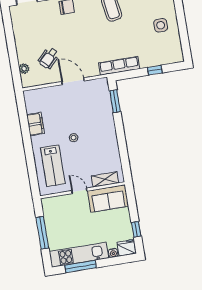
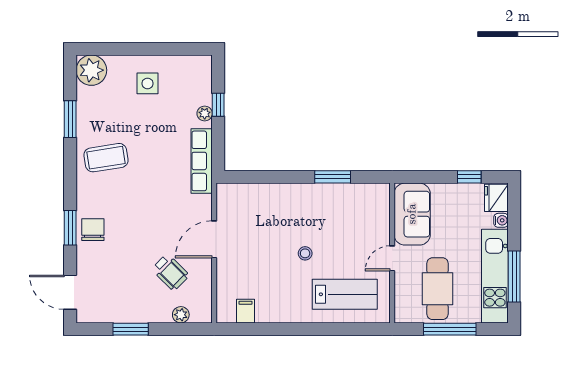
window: (10, 40) -> (131, 329), added
plant: (148, 63) -> (205, 113), added
window: (115, 101) -> (333, 177), moved
filing cabinet: (35, 124) -> (246, 311), moved, width x0.50
shelving: (105, 179) -> (381, 214), removed
cafe table: (65, 221) -> (438, 289), added

